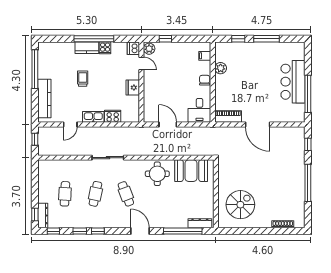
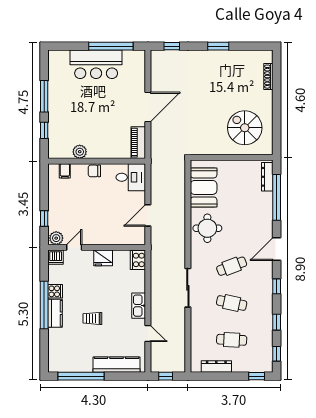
cooker: (113, 116) -> (138, 260), moved
window: (308, 183) -> (218, 46), width x0.47
dresser: (43, 216) -> (216, 367), moved
window: (98, 231) -> (277, 286), moved

